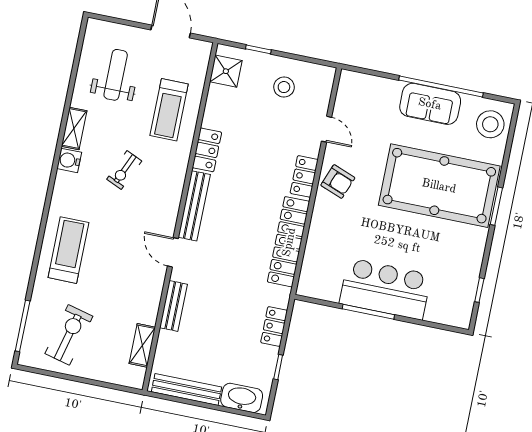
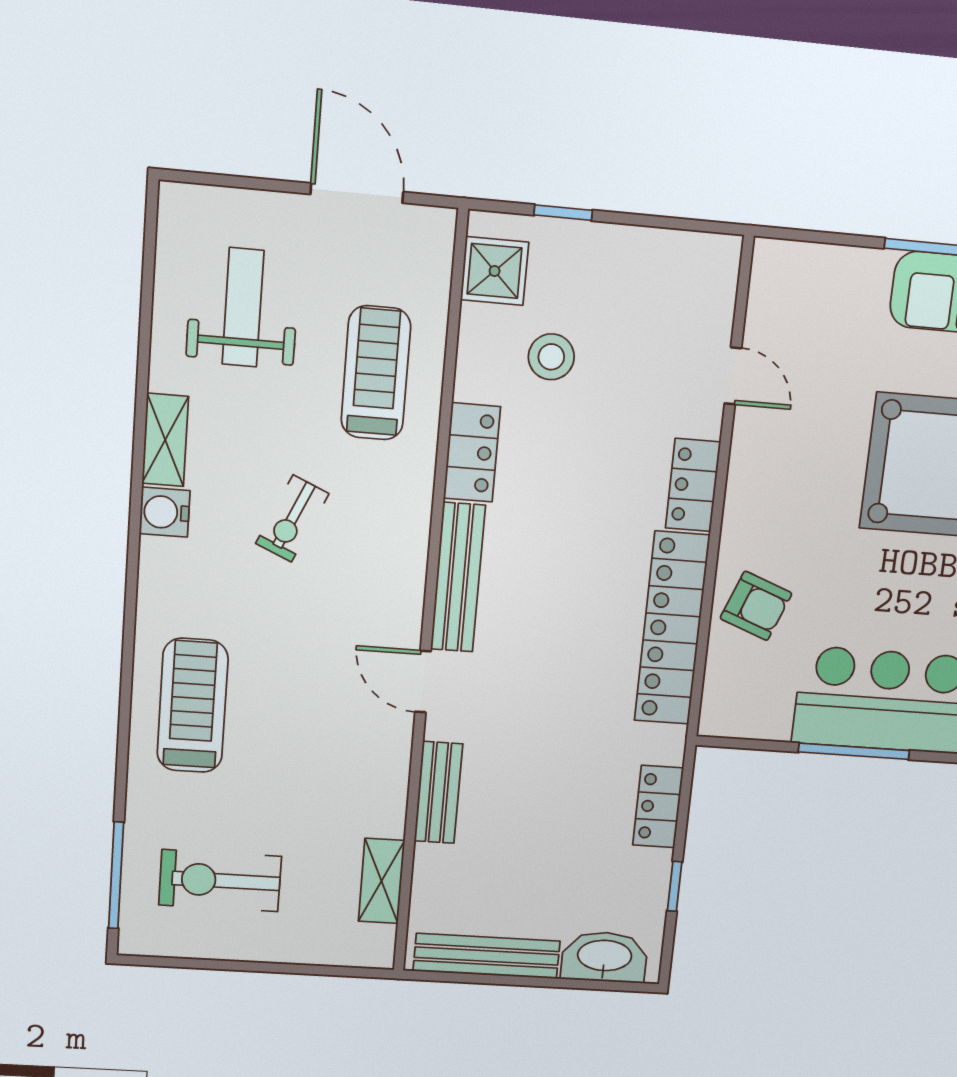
stool: (284, 87) -> (551, 357), moved
treadmill: (169, 110) -> (376, 373), turned 180
armchair: (338, 182) -> (756, 606), moved
exercise bike: (69, 335) -> (220, 881), turned -104

